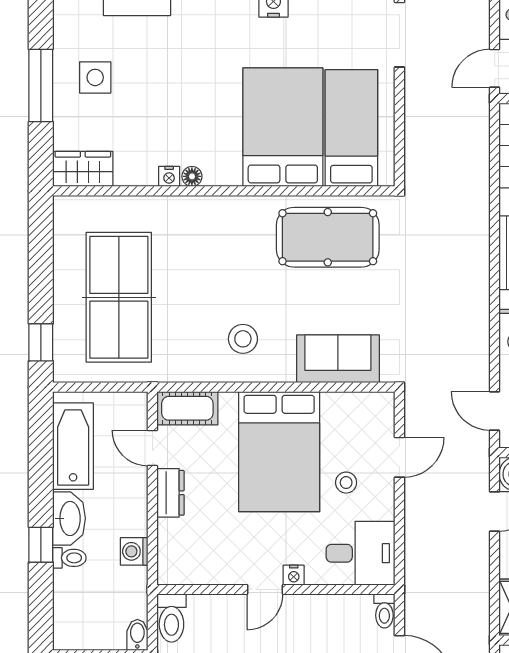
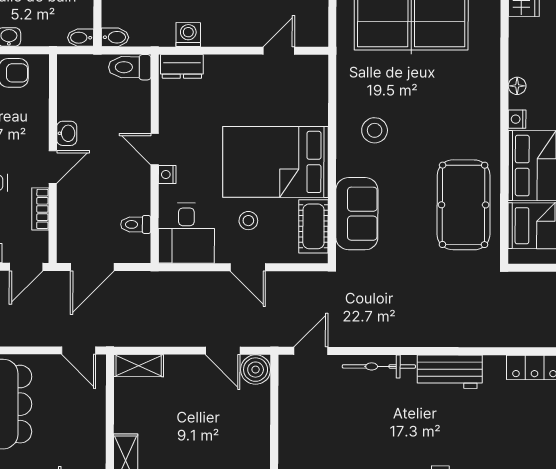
nightstand: (169, 176) -> (517, 119), moved
cot: (187, 408) -> (313, 226), moved
door: (399, 457) -> (248, 267), moved
dresser: (170, 493) -> (182, 66), moved
toilet: (384, 611) -> (136, 224), moved

